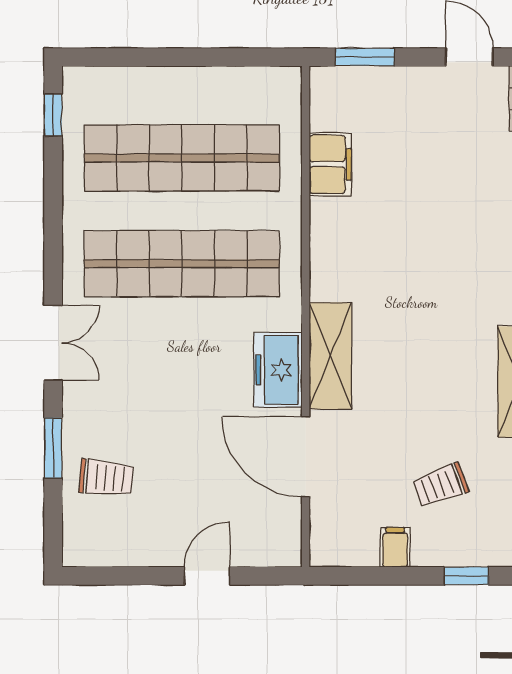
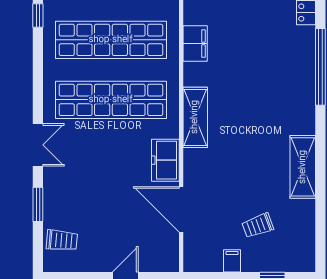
shelving: (330, 356) -> (195, 117), moved
trolley: (106, 478) -> (62, 240), moved

